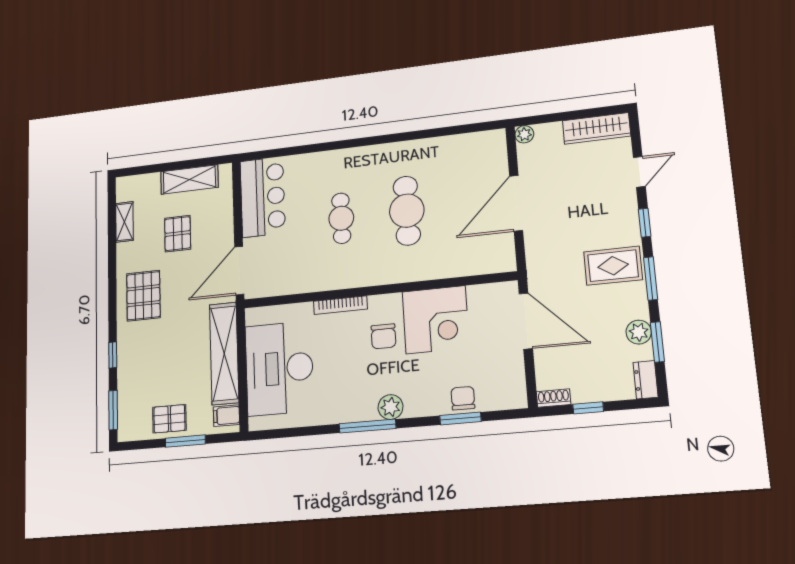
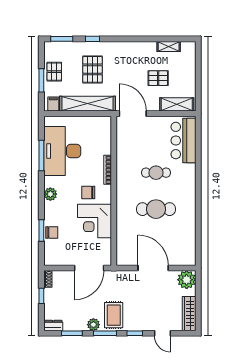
plant: (524, 134) -> (187, 280), width x1.88, depth x1.88
shelving: (189, 179) -> (177, 104), moved, turned 90
bar counter: (263, 197) -> (183, 141), moved, turned 90
pallet: (143, 296) -> (93, 69), moved, turned 90
plant: (639, 332) -> (93, 325), moved
desk: (279, 368) -> (62, 151), moved, turned -90
window: (367, 426) -> (41, 155), moved

